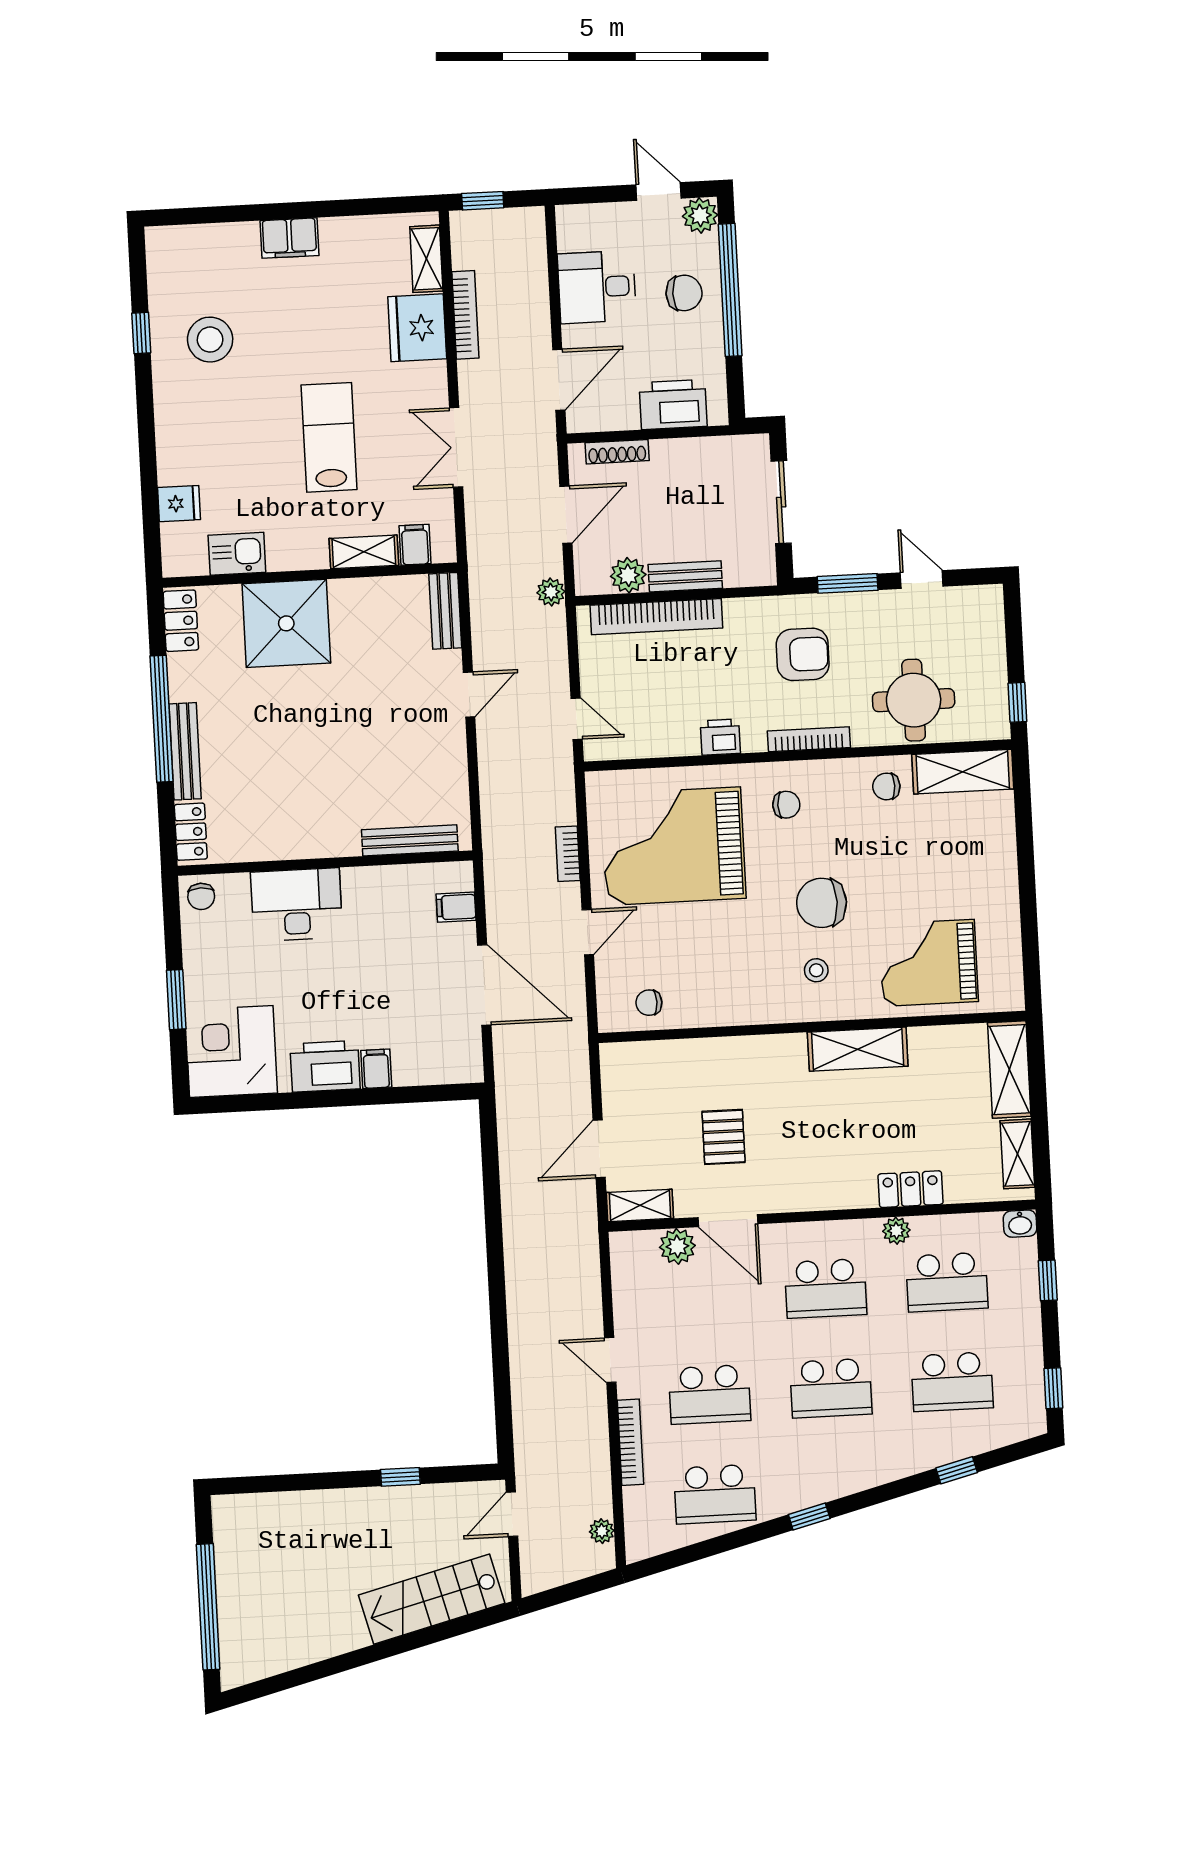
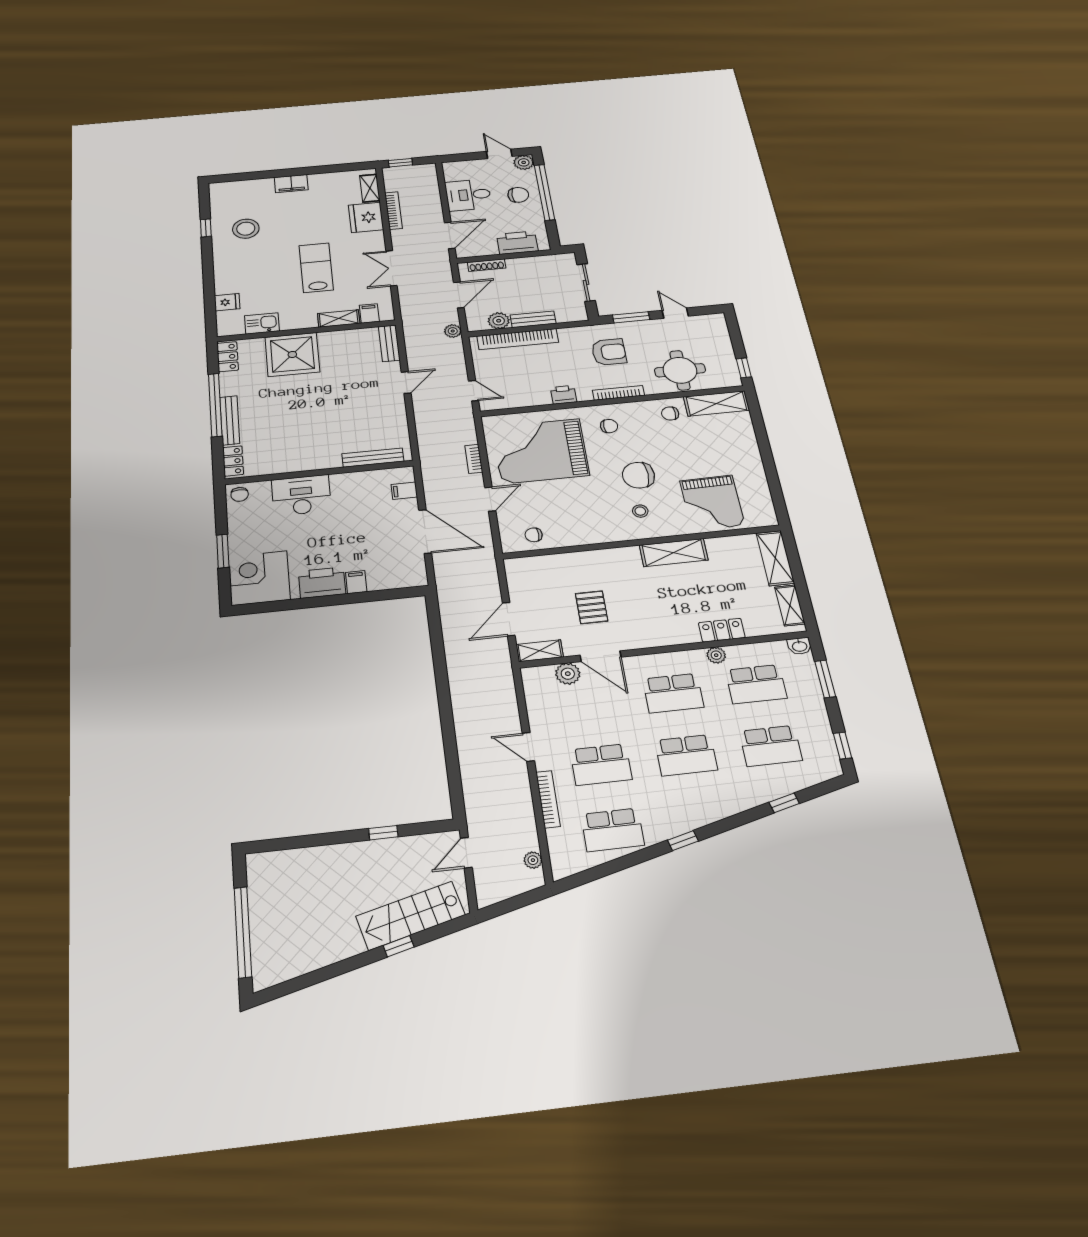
grand piano: (929, 963) -> (712, 503), turned -91
window: (1048, 1280) -> (825, 679), width x1.50
window: (414, 1641) -> (399, 946), added

